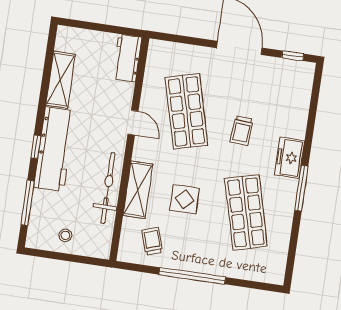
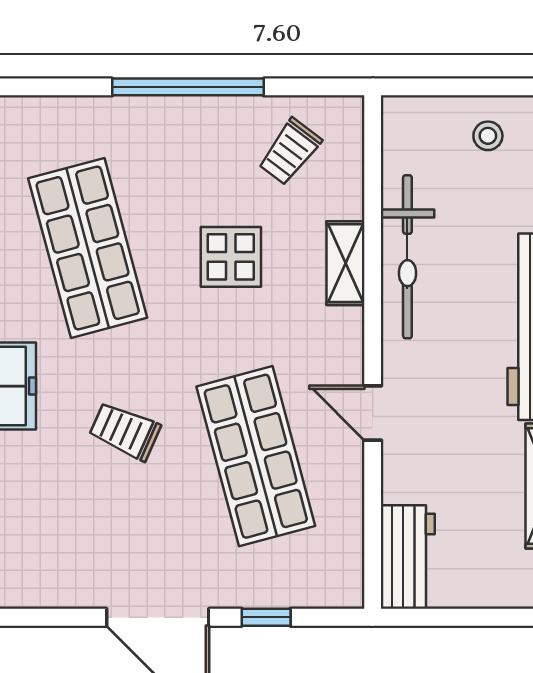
window: (293, 56) -> (266, 617), moved
trolley: (242, 131) -> (125, 431), turned -70
shelving: (138, 190) -> (345, 263), width x0.67, depth x0.75
trolley: (152, 241) -> (290, 152), turned 55

